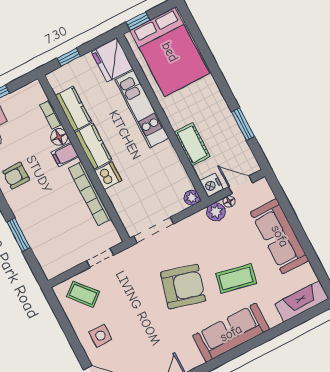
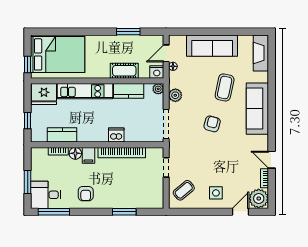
kitchen counter: (93, 146) -> (129, 91), moved, turned 180
plant: (216, 212) -> (175, 95), moved
armchair: (183, 287) -> (212, 124), width x0.53, depth x0.53

